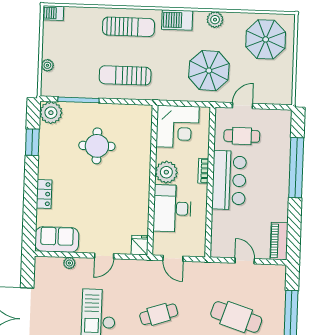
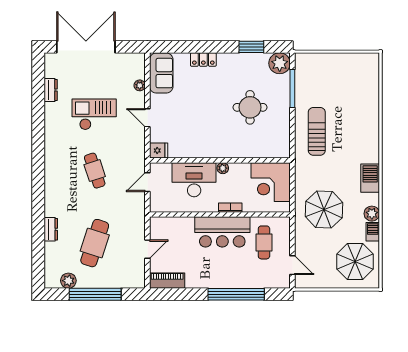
barbecue: (53, 13) -> (373, 232), moved
sun lounger: (129, 27) -> (362, 133), removed
plant: (47, 65) -> (324, 58), removed
door: (242, 106) -> (292, 265), moved
plant: (166, 172) -> (223, 168), width x0.53, depth x0.53

